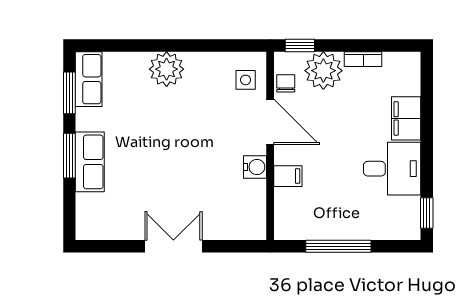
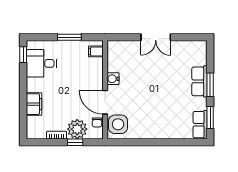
window: (300, 46) -> (75, 142), moved
plant: (167, 69) -> (159, 130), removed
side table: (246, 80) -> (118, 124), width x1.87, depth x1.87
desk: (392, 169) -> (41, 63), moved
filing cabinet: (288, 176) -> (96, 51), moved
window: (338, 246) -> (69, 37), width x0.69

